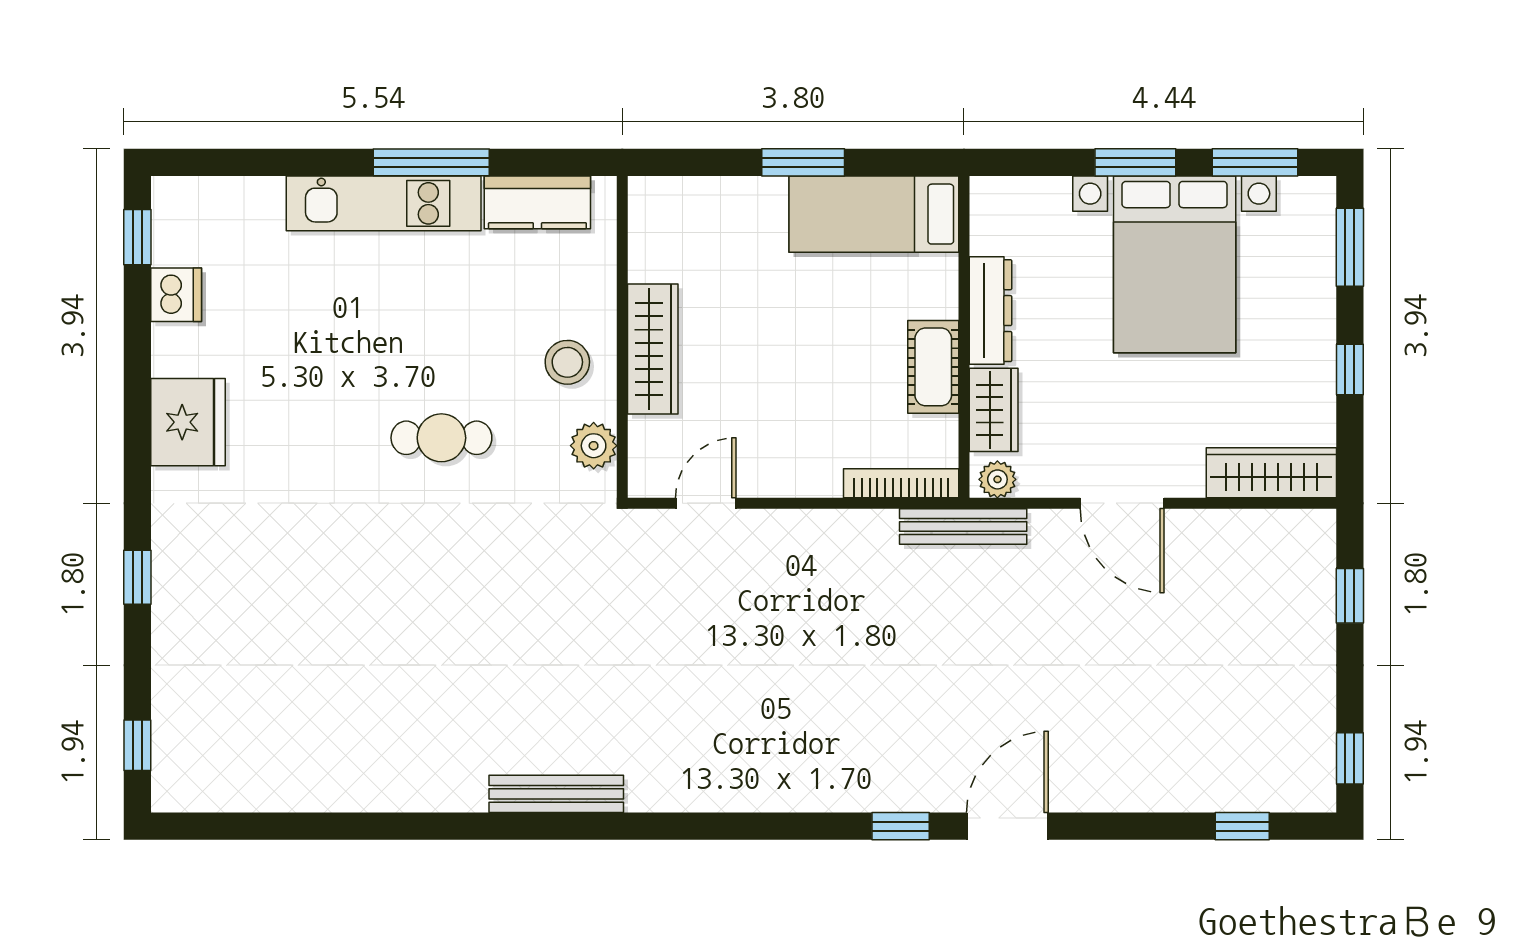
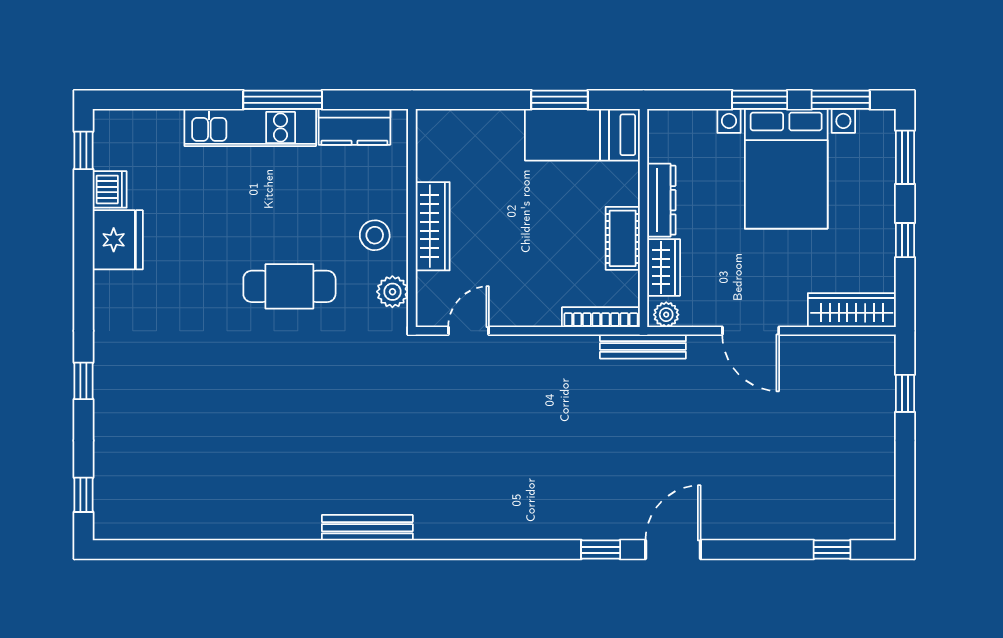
window: (803, 162) -> (560, 100), moved
fridge: (188, 422) -> (118, 240), moved
cafe table: (441, 438) -> (289, 286), width x1.37, depth x1.35
window: (1350, 758) -> (905, 504), removed

